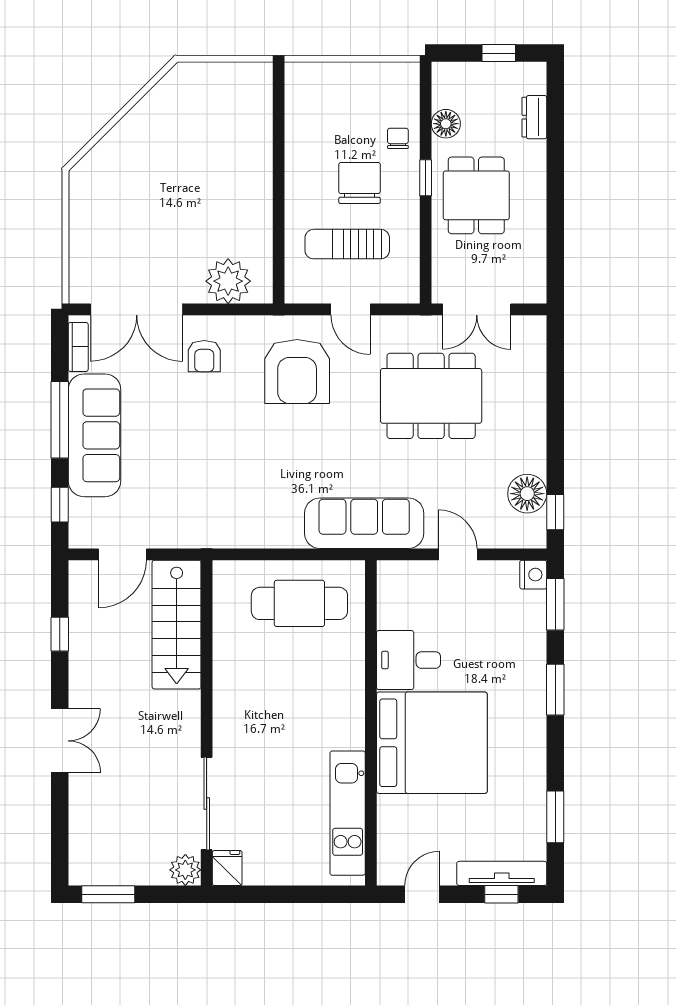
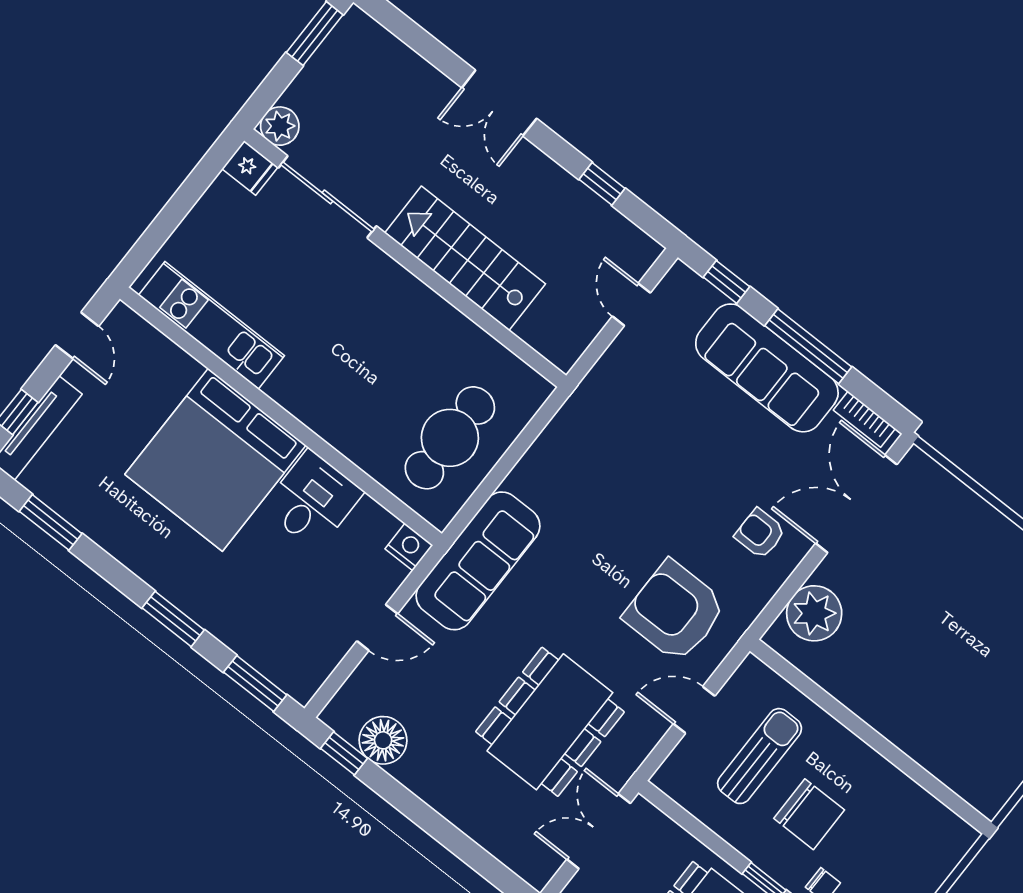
door: (122, 554) -> (631, 305), width x0.73
nightstand: (533, 575) -> (409, 547), moved, turned 180
stairs: (177, 625) -> (465, 258), moved

